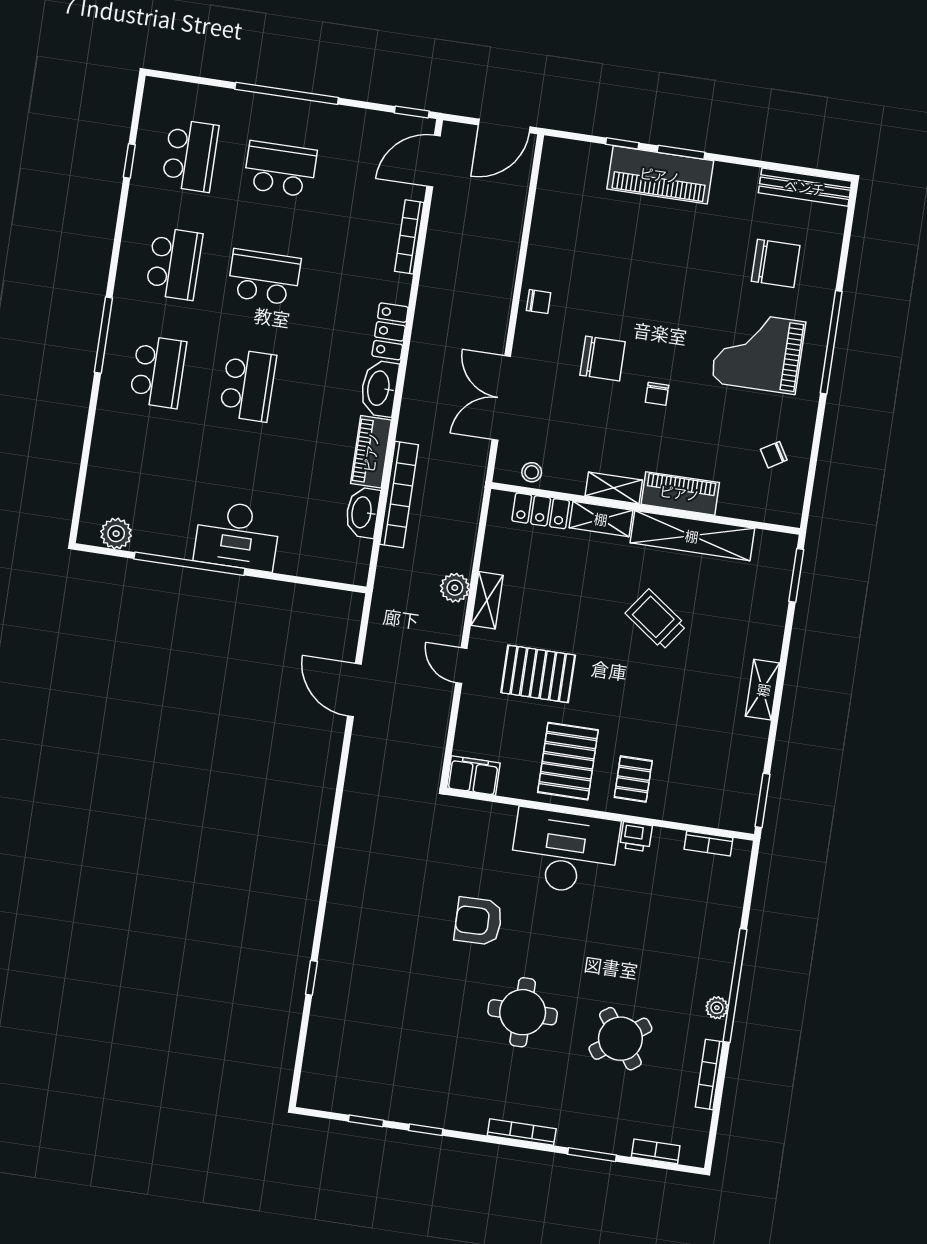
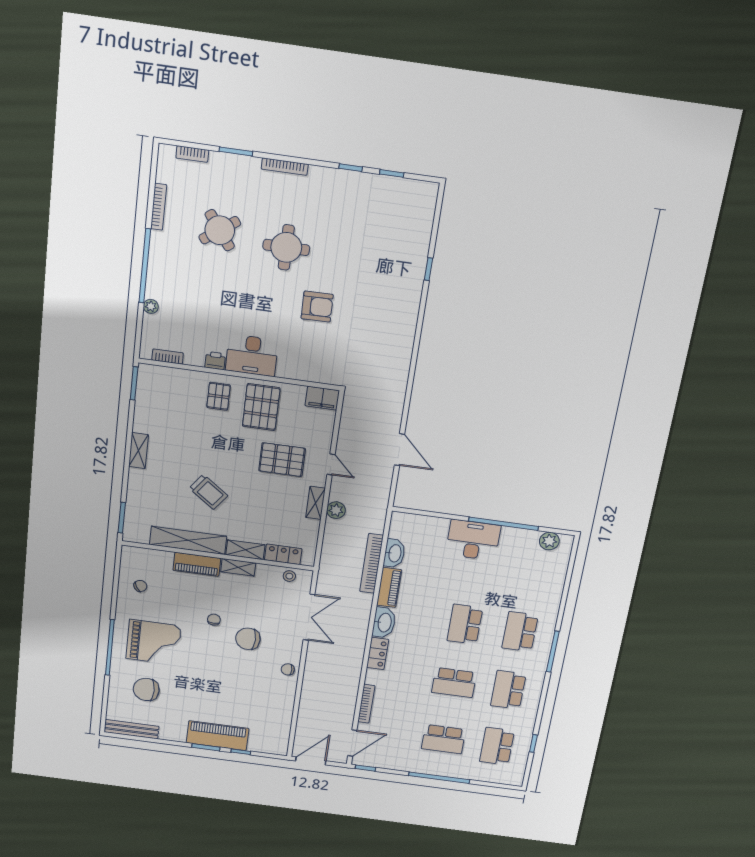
desk: (565, 852) -> (252, 355), width x0.73, depth x0.77
plant: (717, 1008) -> (151, 306), moved

